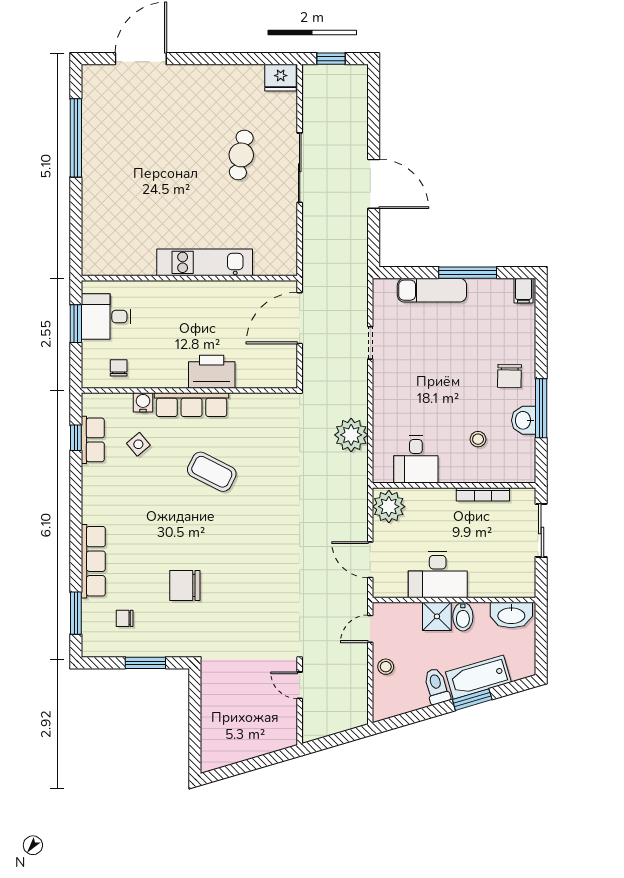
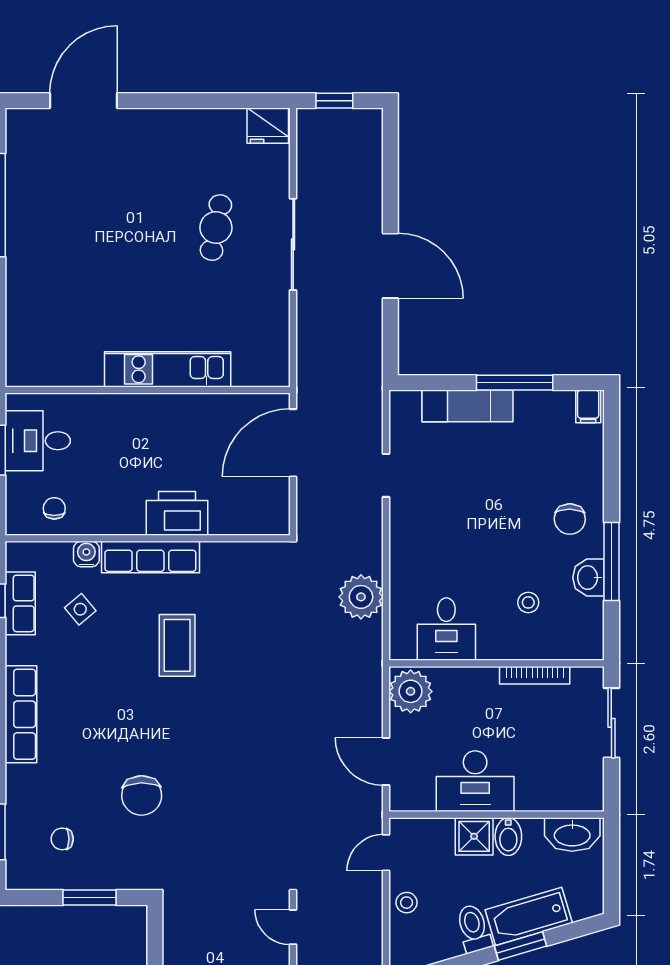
coffee table: (212, 472) -> (177, 645), turned 63
row of seats: (93, 561) -> (21, 714), moved
chair: (185, 585) -> (142, 795), turned -91

